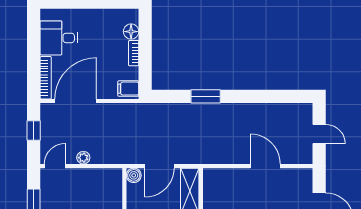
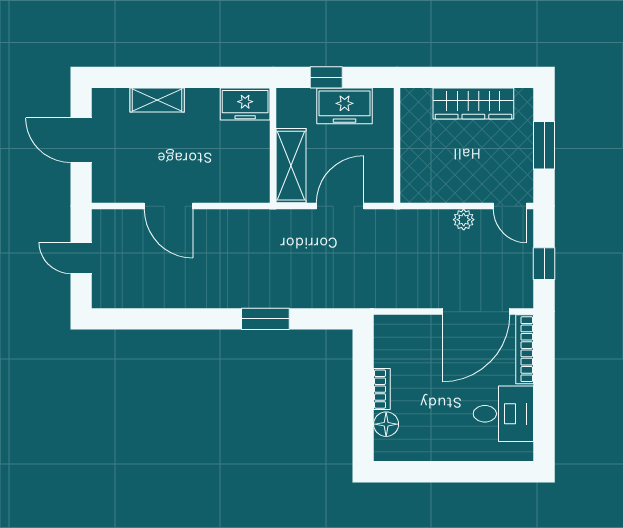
filing cabinet: (128, 89) -> (391, 332), removed
door: (55, 166) -> (510, 206), hinge flipped
boiler: (134, 175) -> (382, 191), removed

